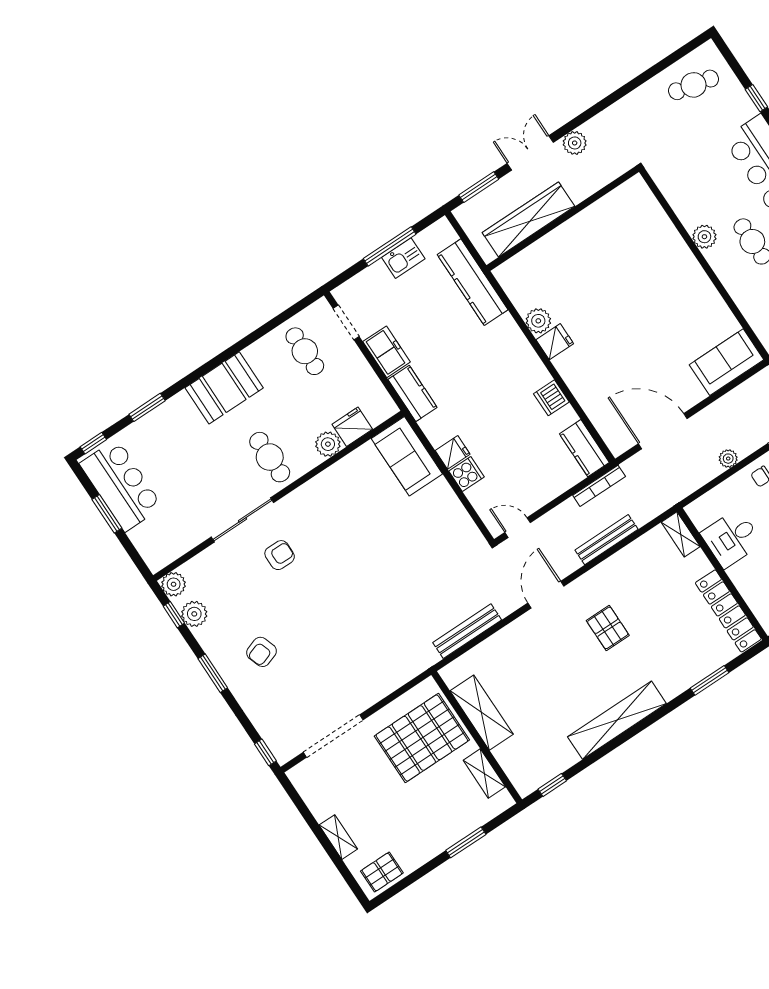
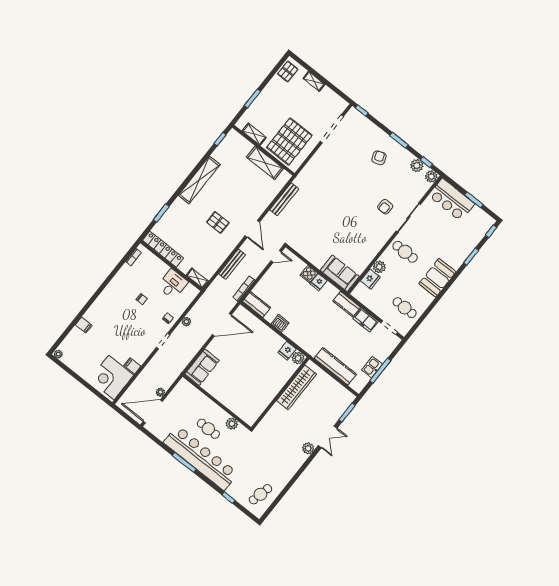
wardrobe: (528, 219) -> (296, 387), moved
wall: (563, 219) -> (280, 393), moved
bar counter: (121, 485) -> (452, 200), moved

